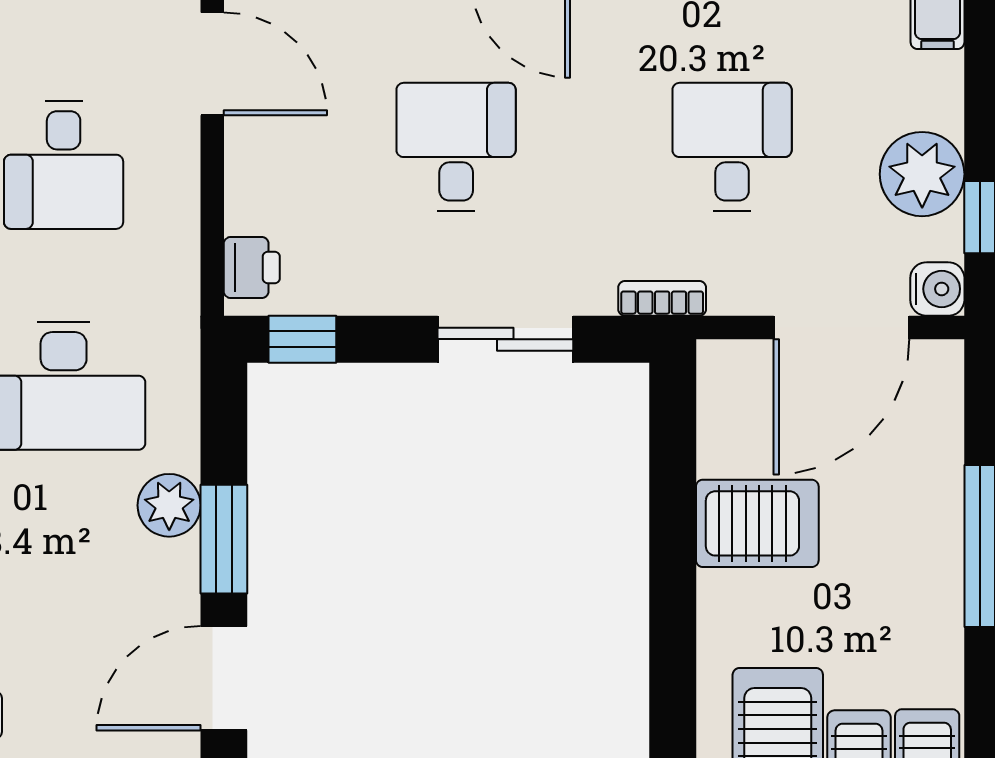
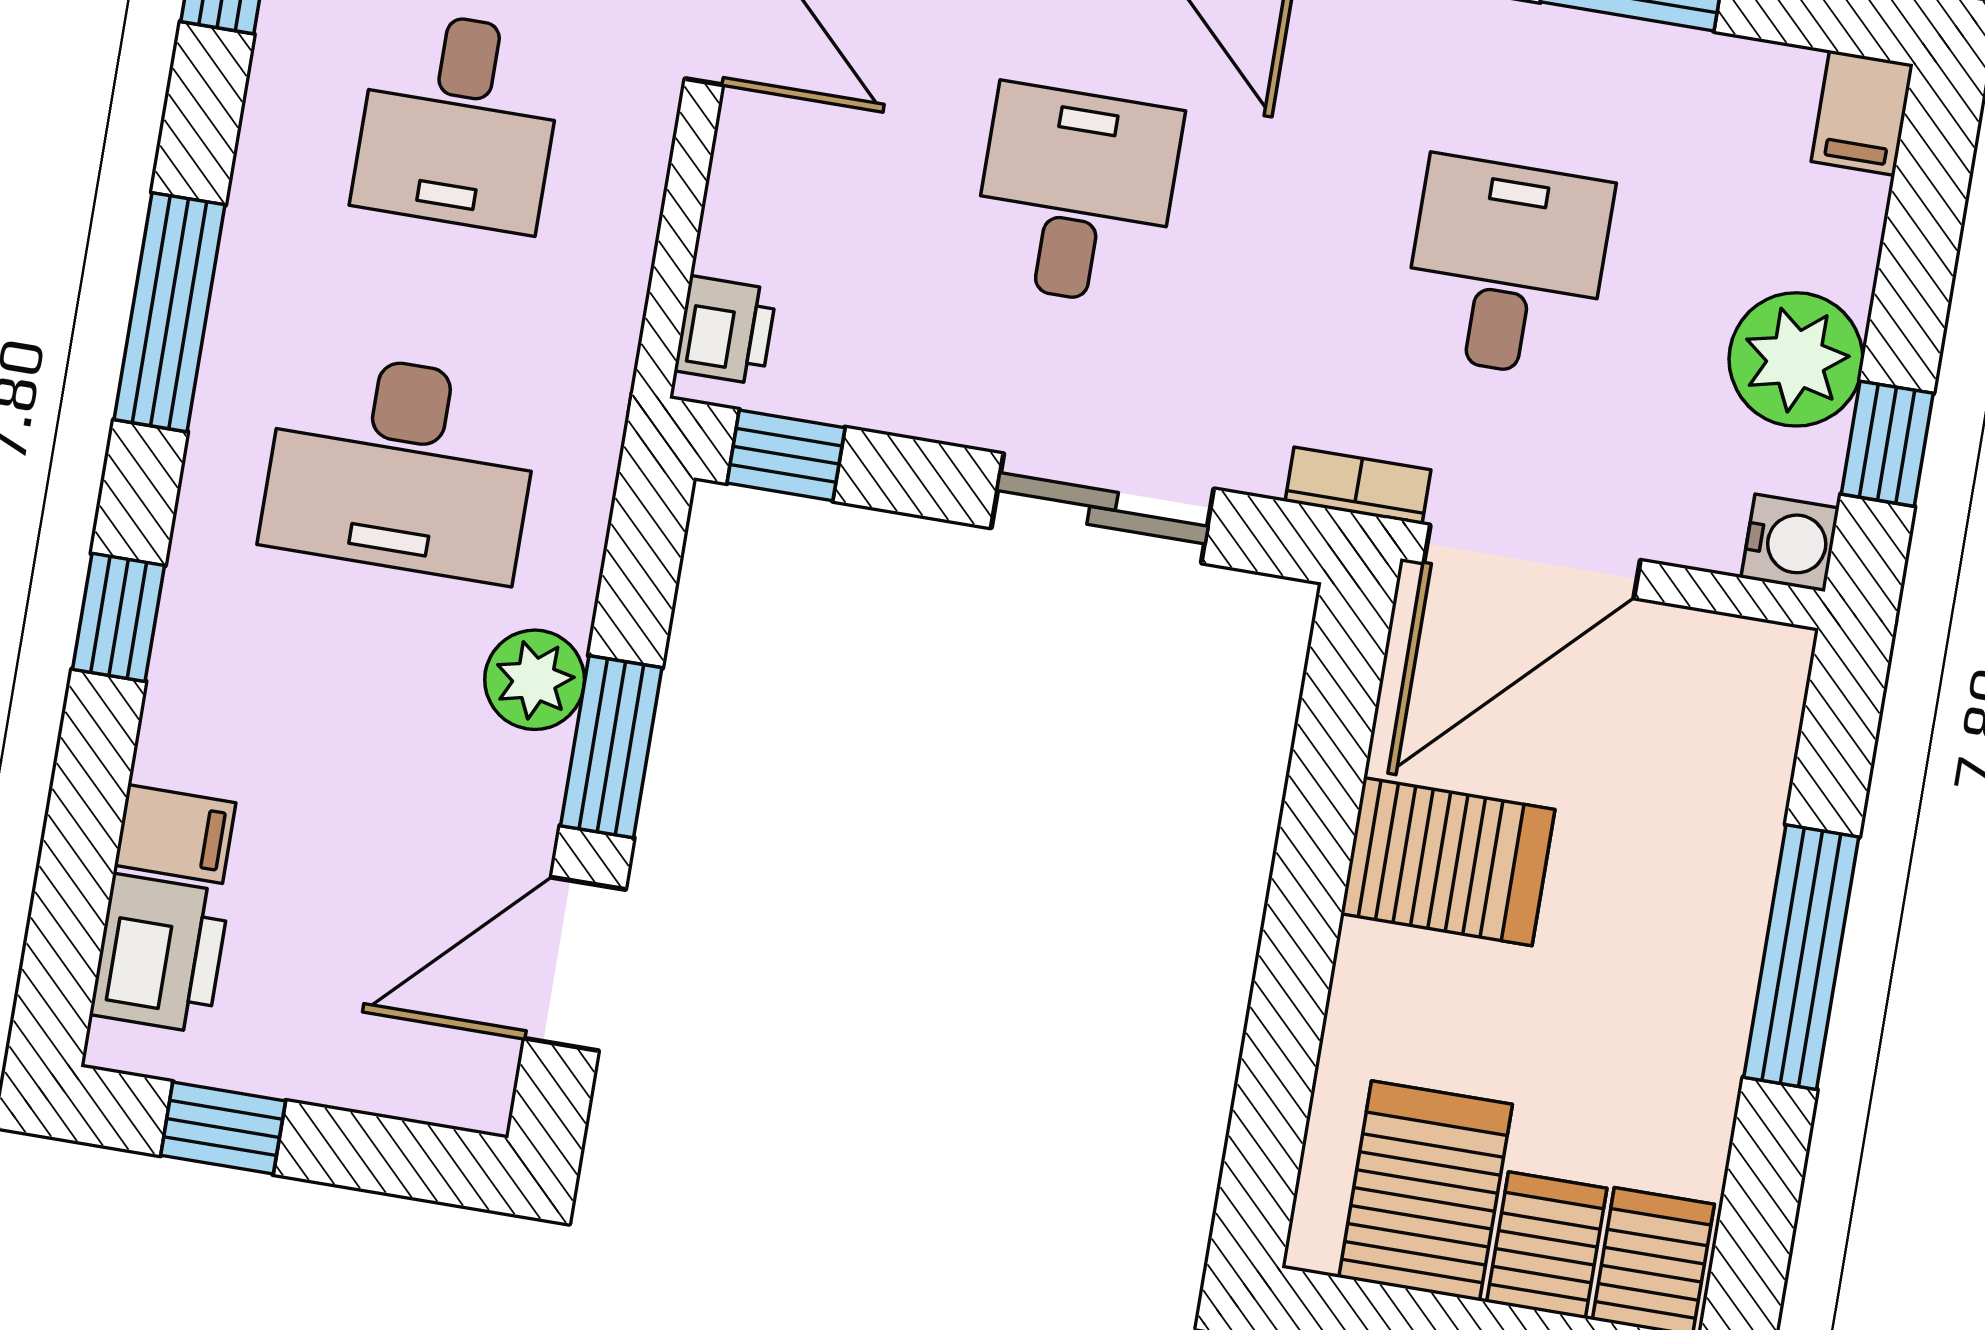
door: (841, 328) -> (1532, 562), moved

